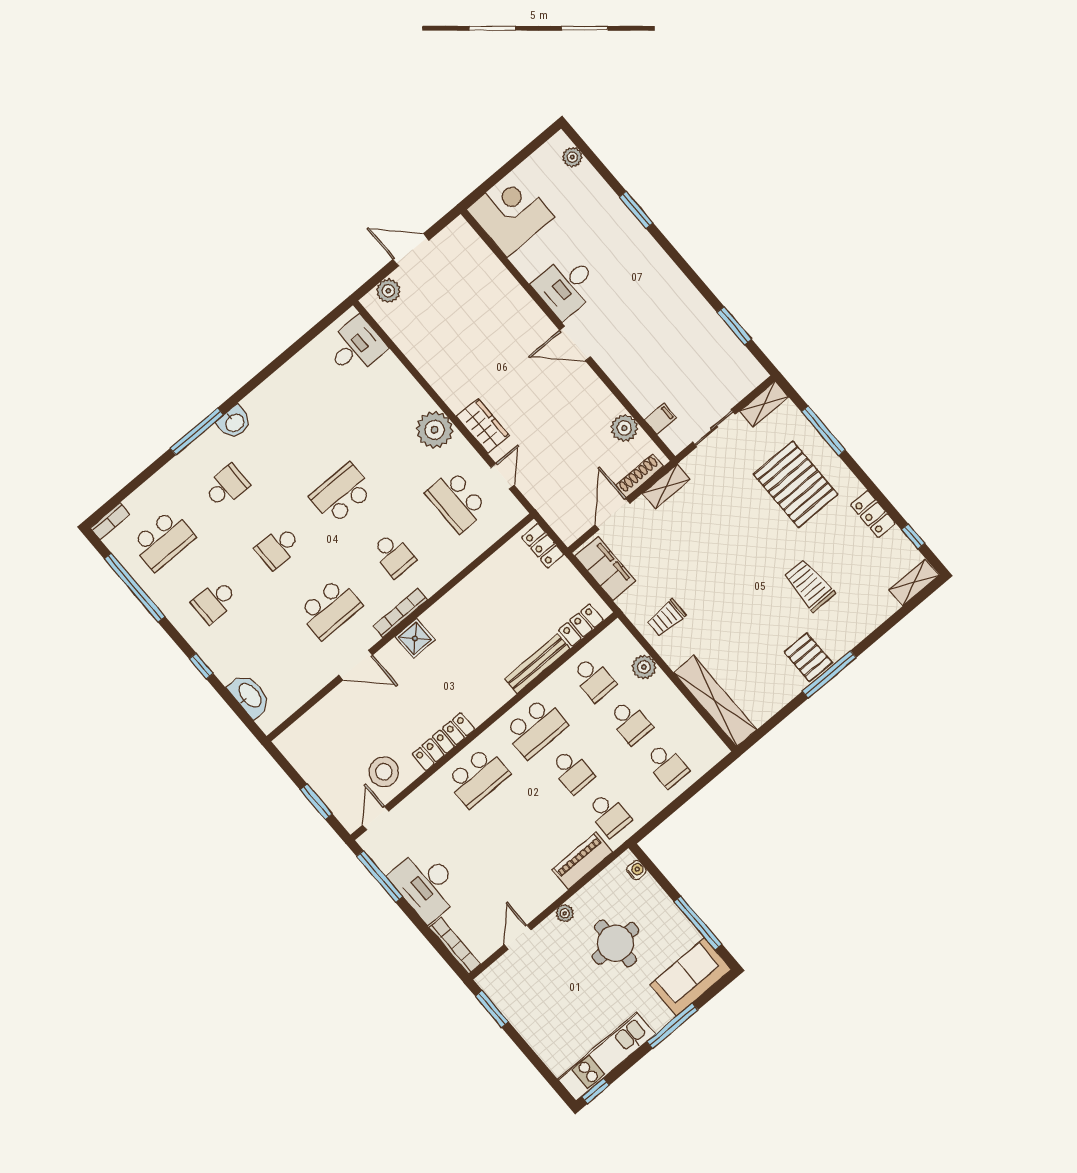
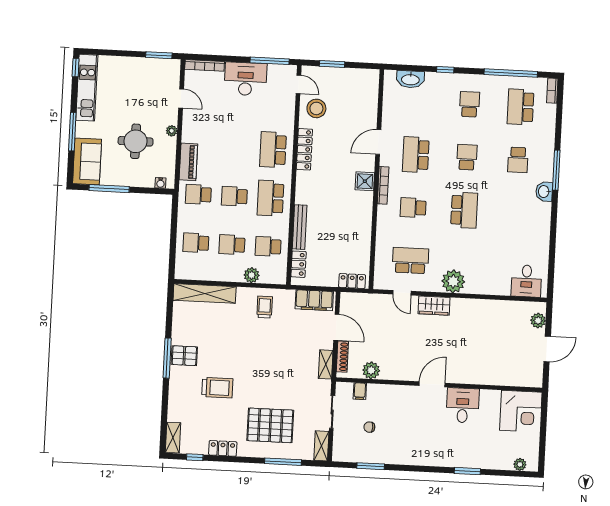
chair: (691, 369) -> (369, 427), added

